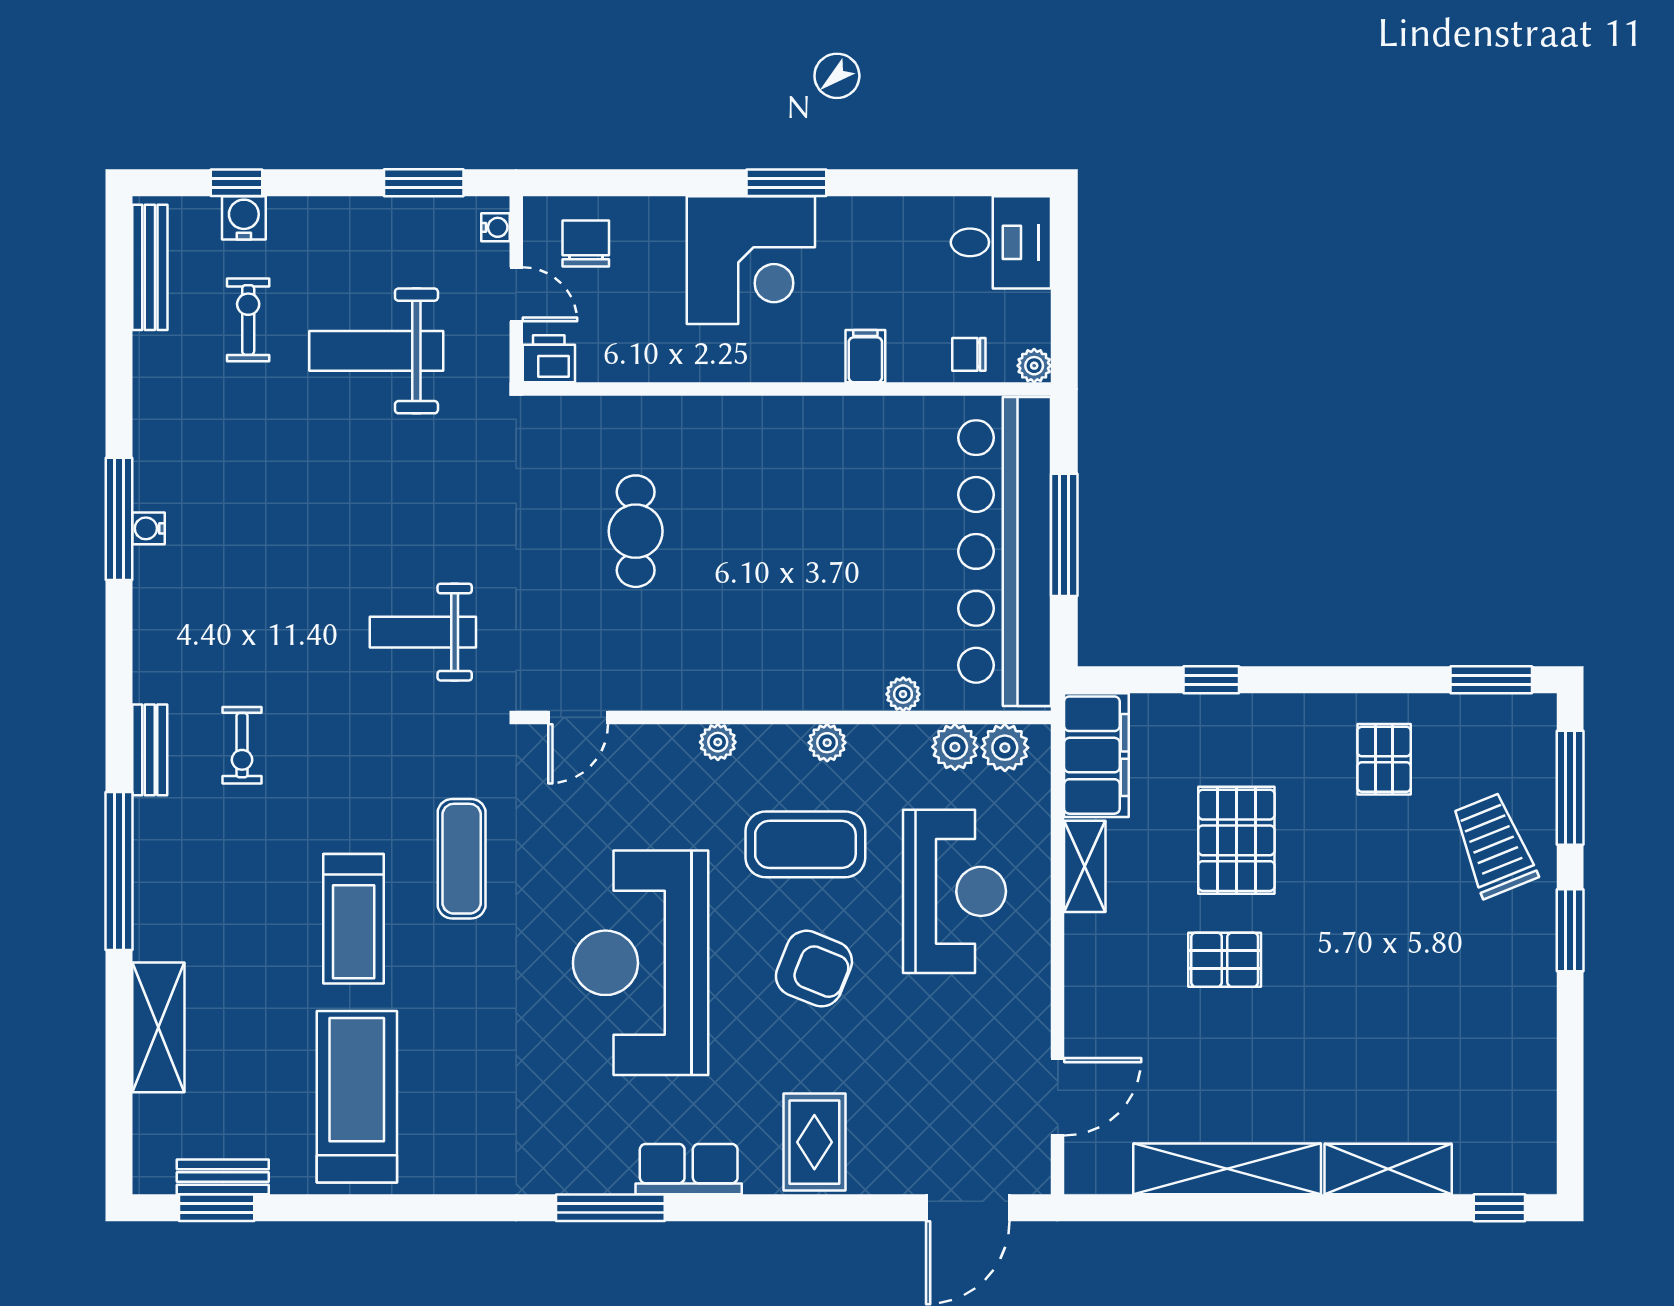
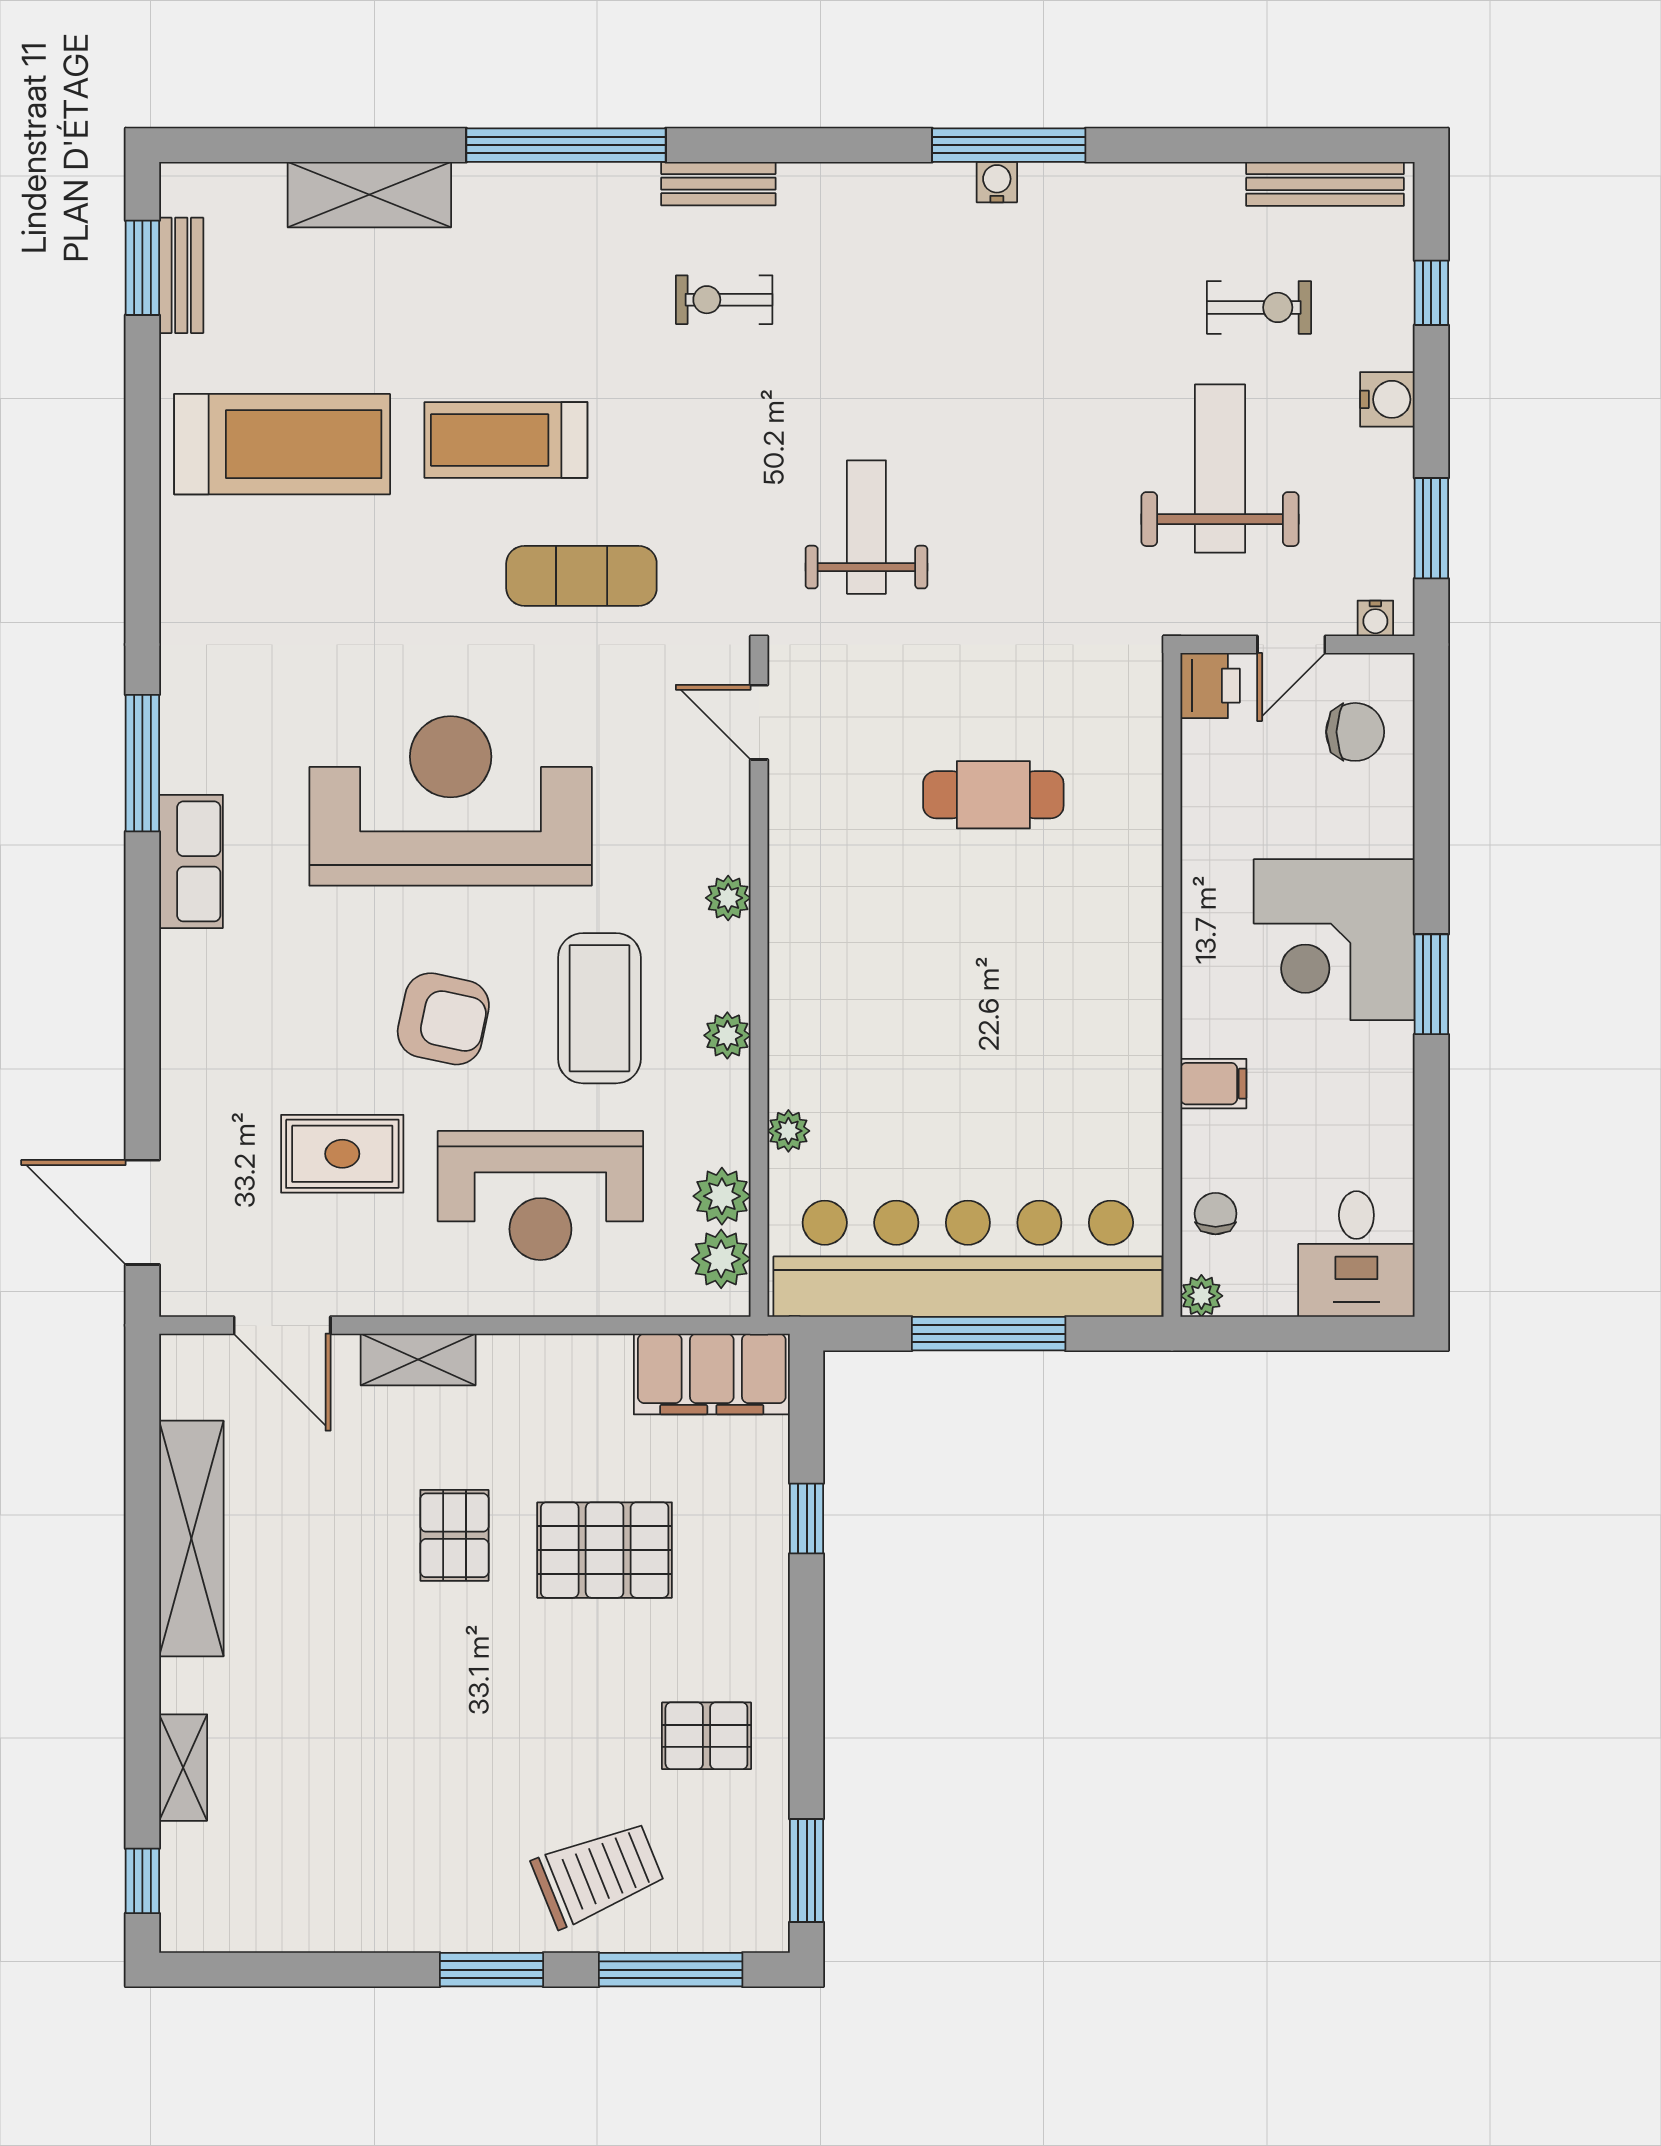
water cooler: (244, 218) -> (1387, 399), moved
shelving: (1085, 866) -> (418, 1359), moved
armchair: (814, 969) -> (443, 1019), turned -100
rug: (814, 1142) -> (342, 1154), moved
shelving: (1388, 1169) -> (183, 1768), width x0.67, depth x0.75

